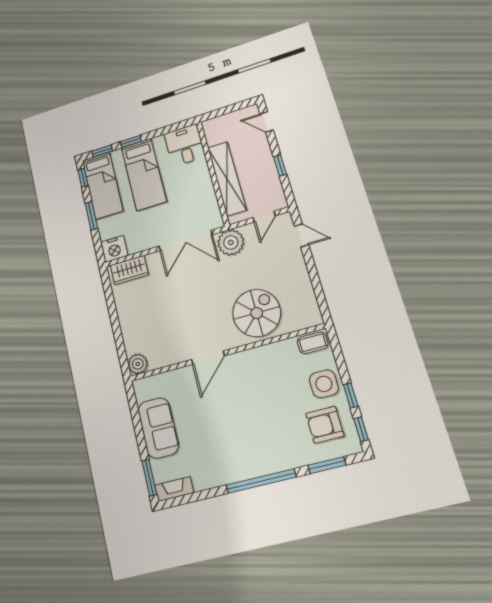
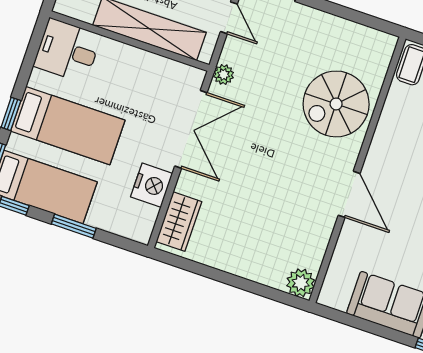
plant: (231, 242) -> (224, 75), width x0.53, depth x0.53
nightstand: (114, 249) -> (152, 185), moved
spiral stairs: (257, 313) -> (336, 104), turned -90

